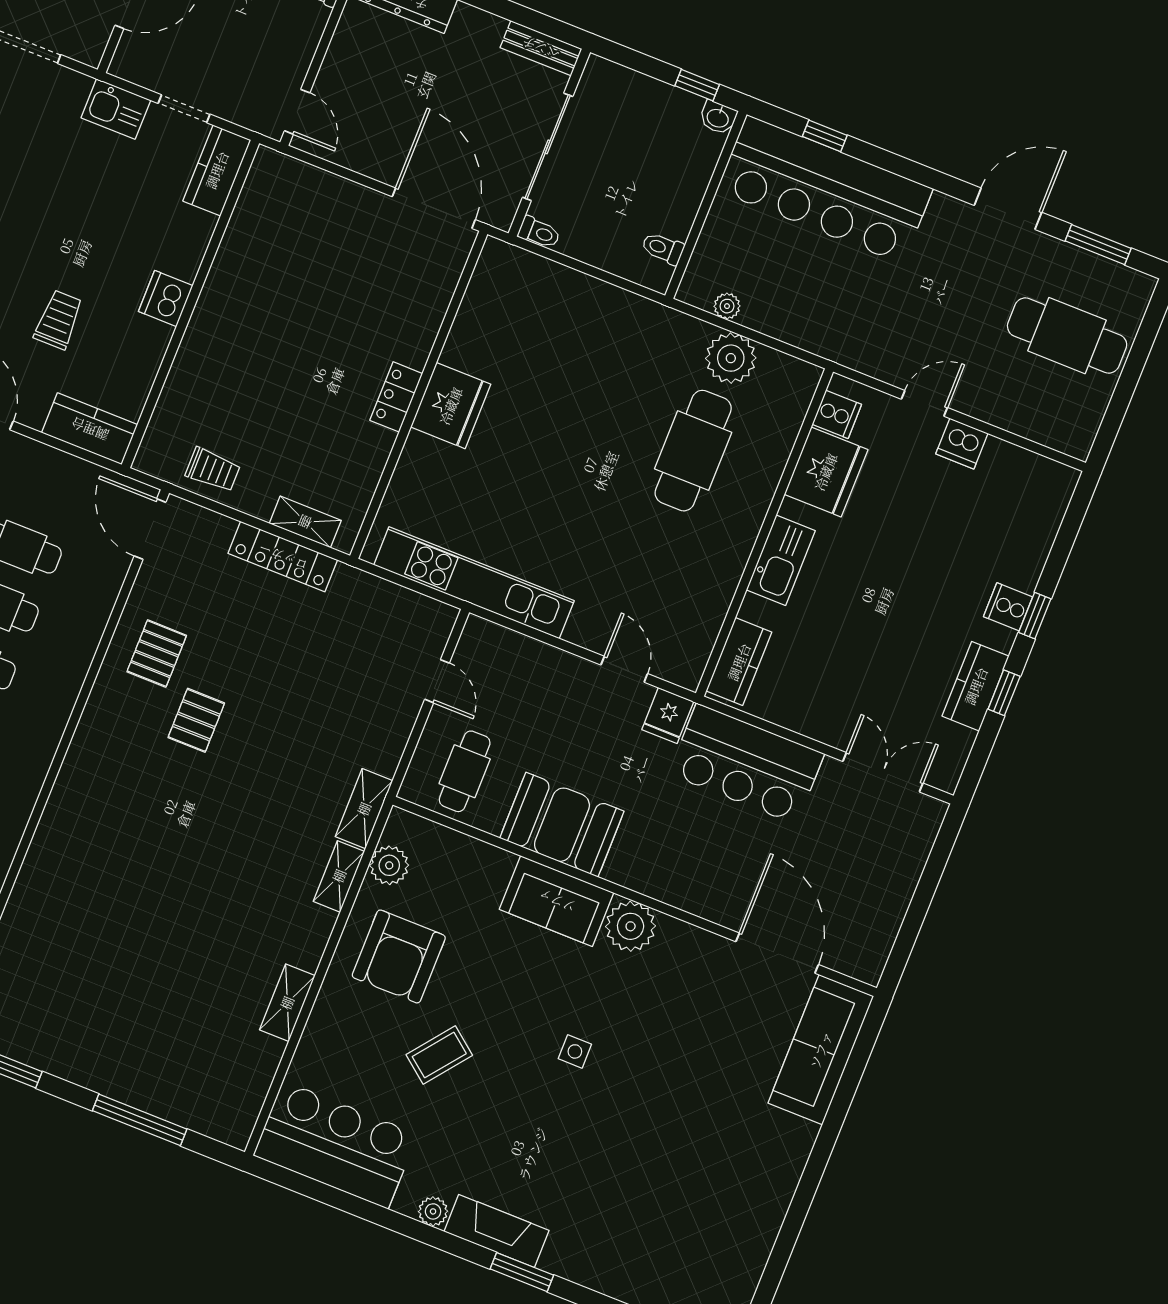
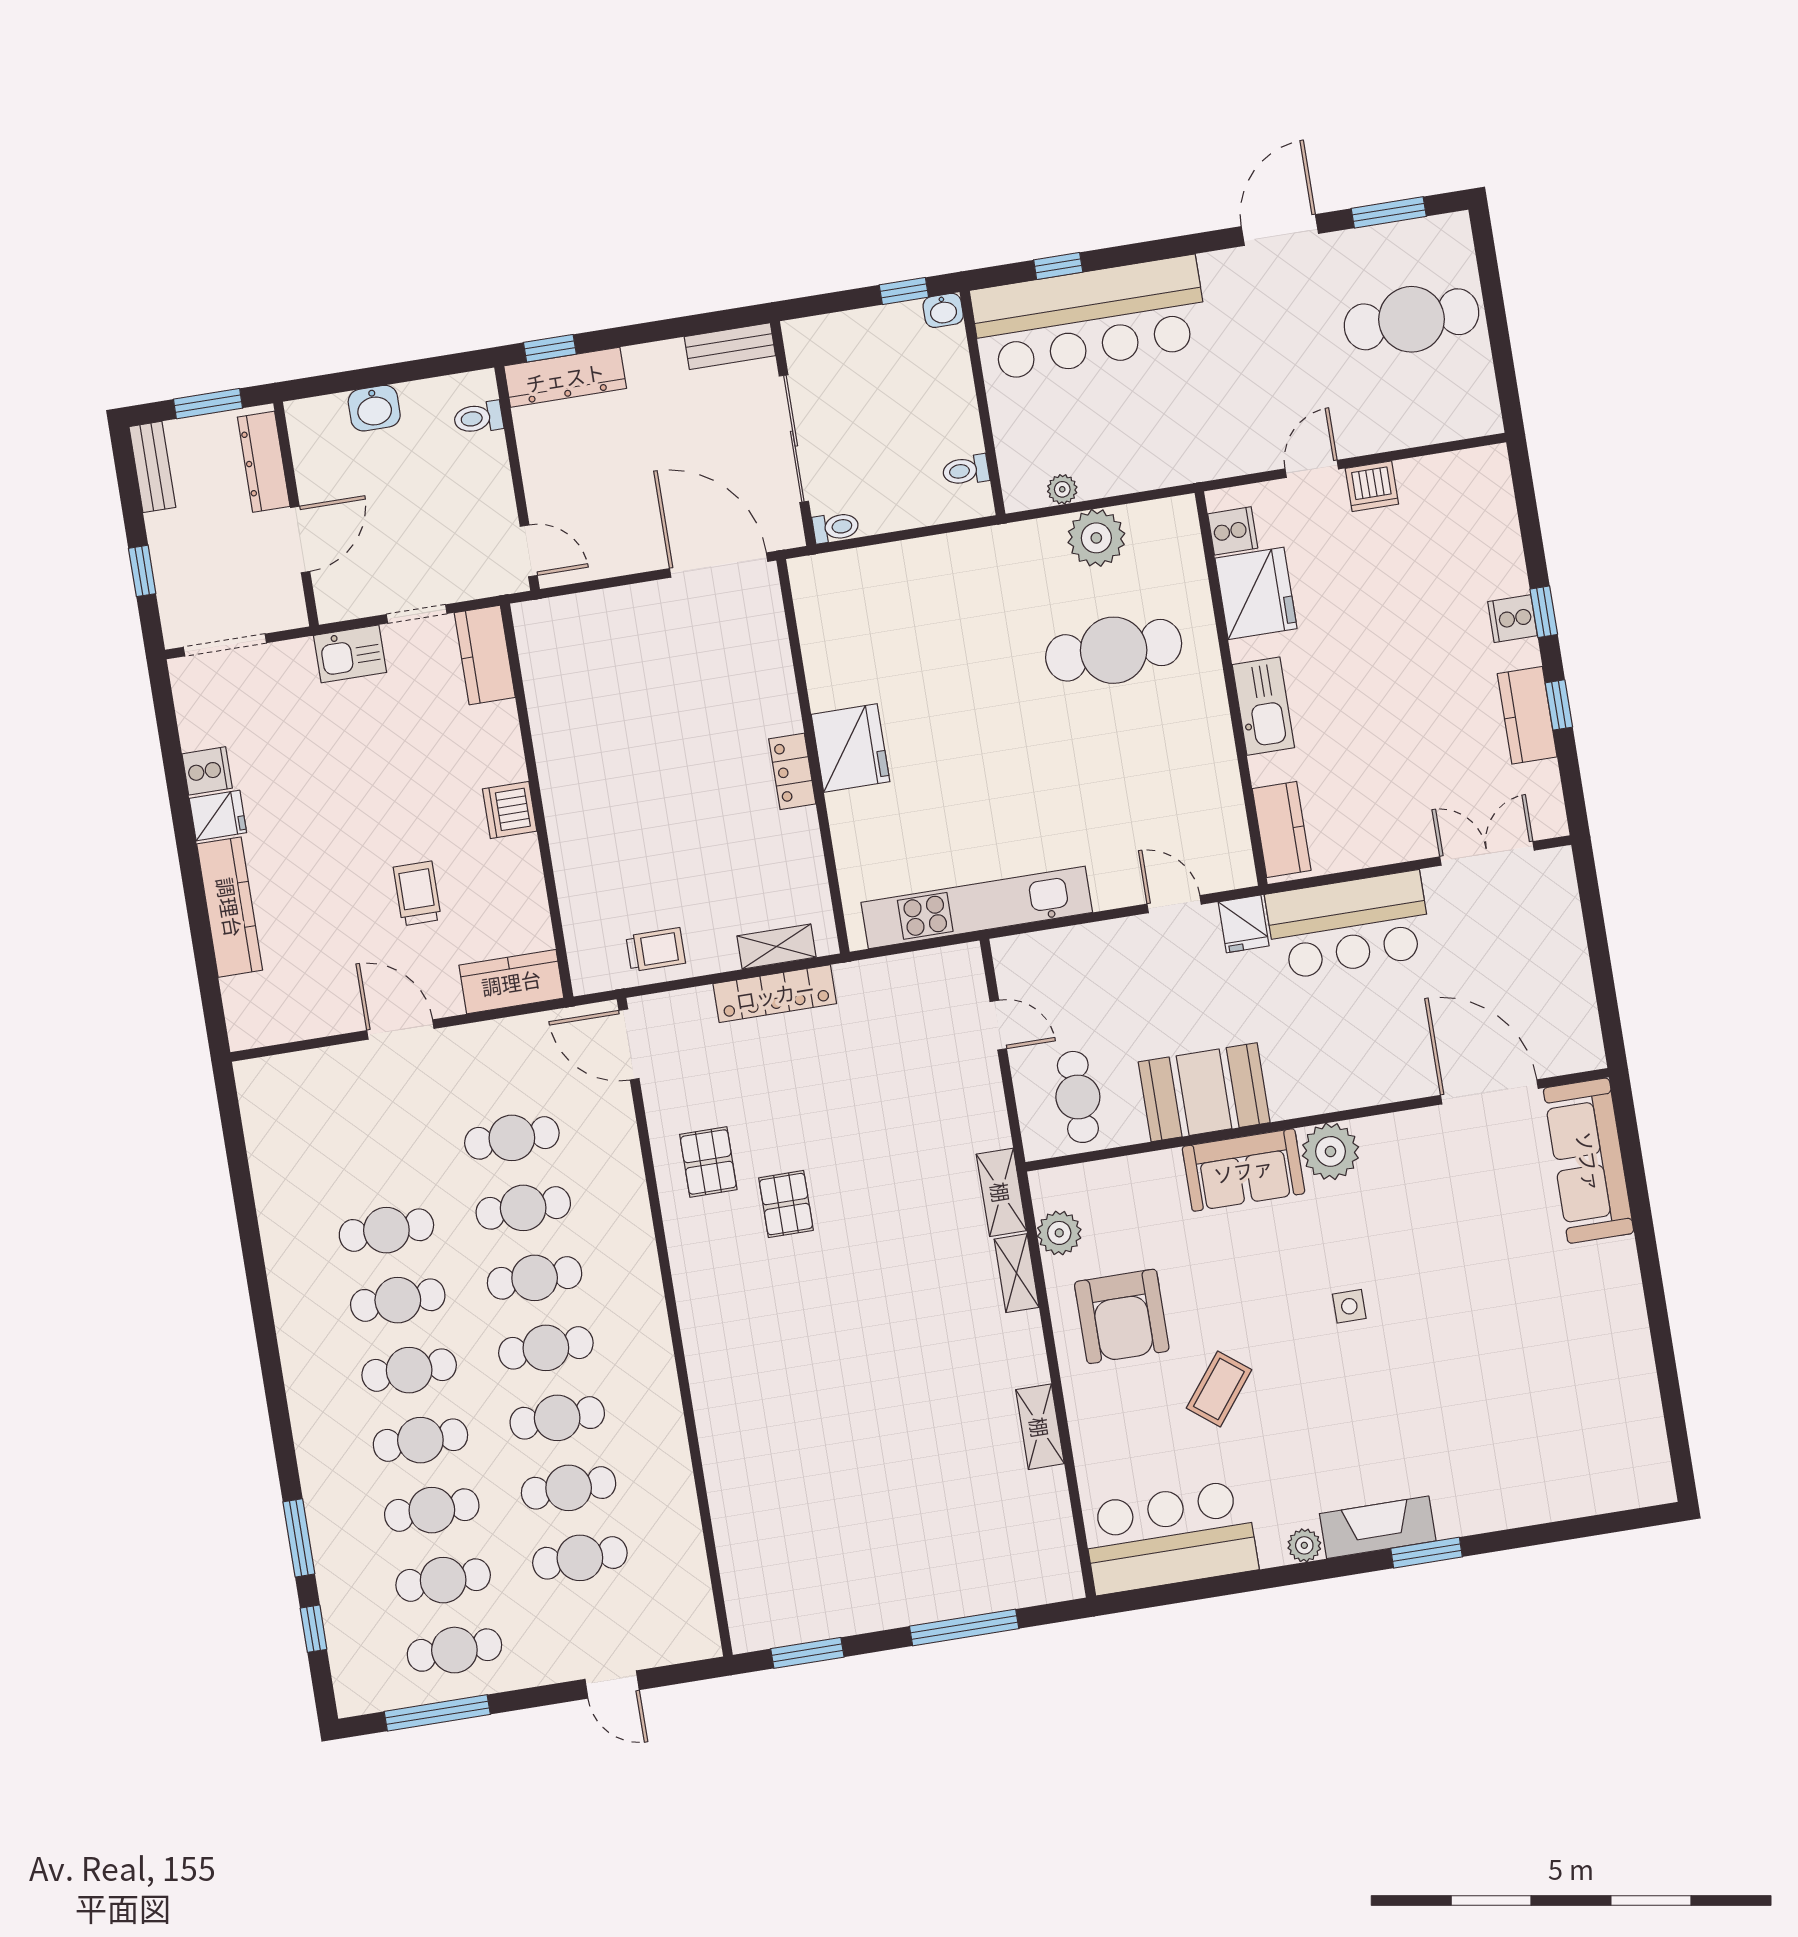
cafe table: (693, 451) -> (1114, 650), turned 90

